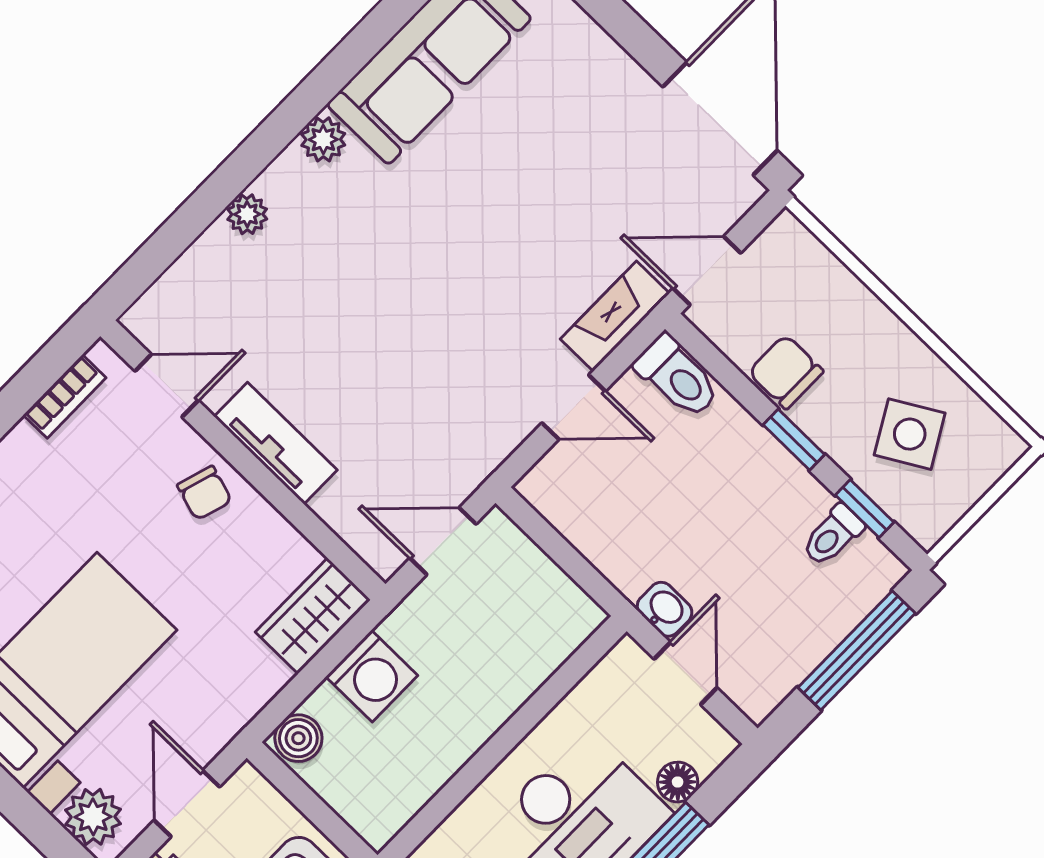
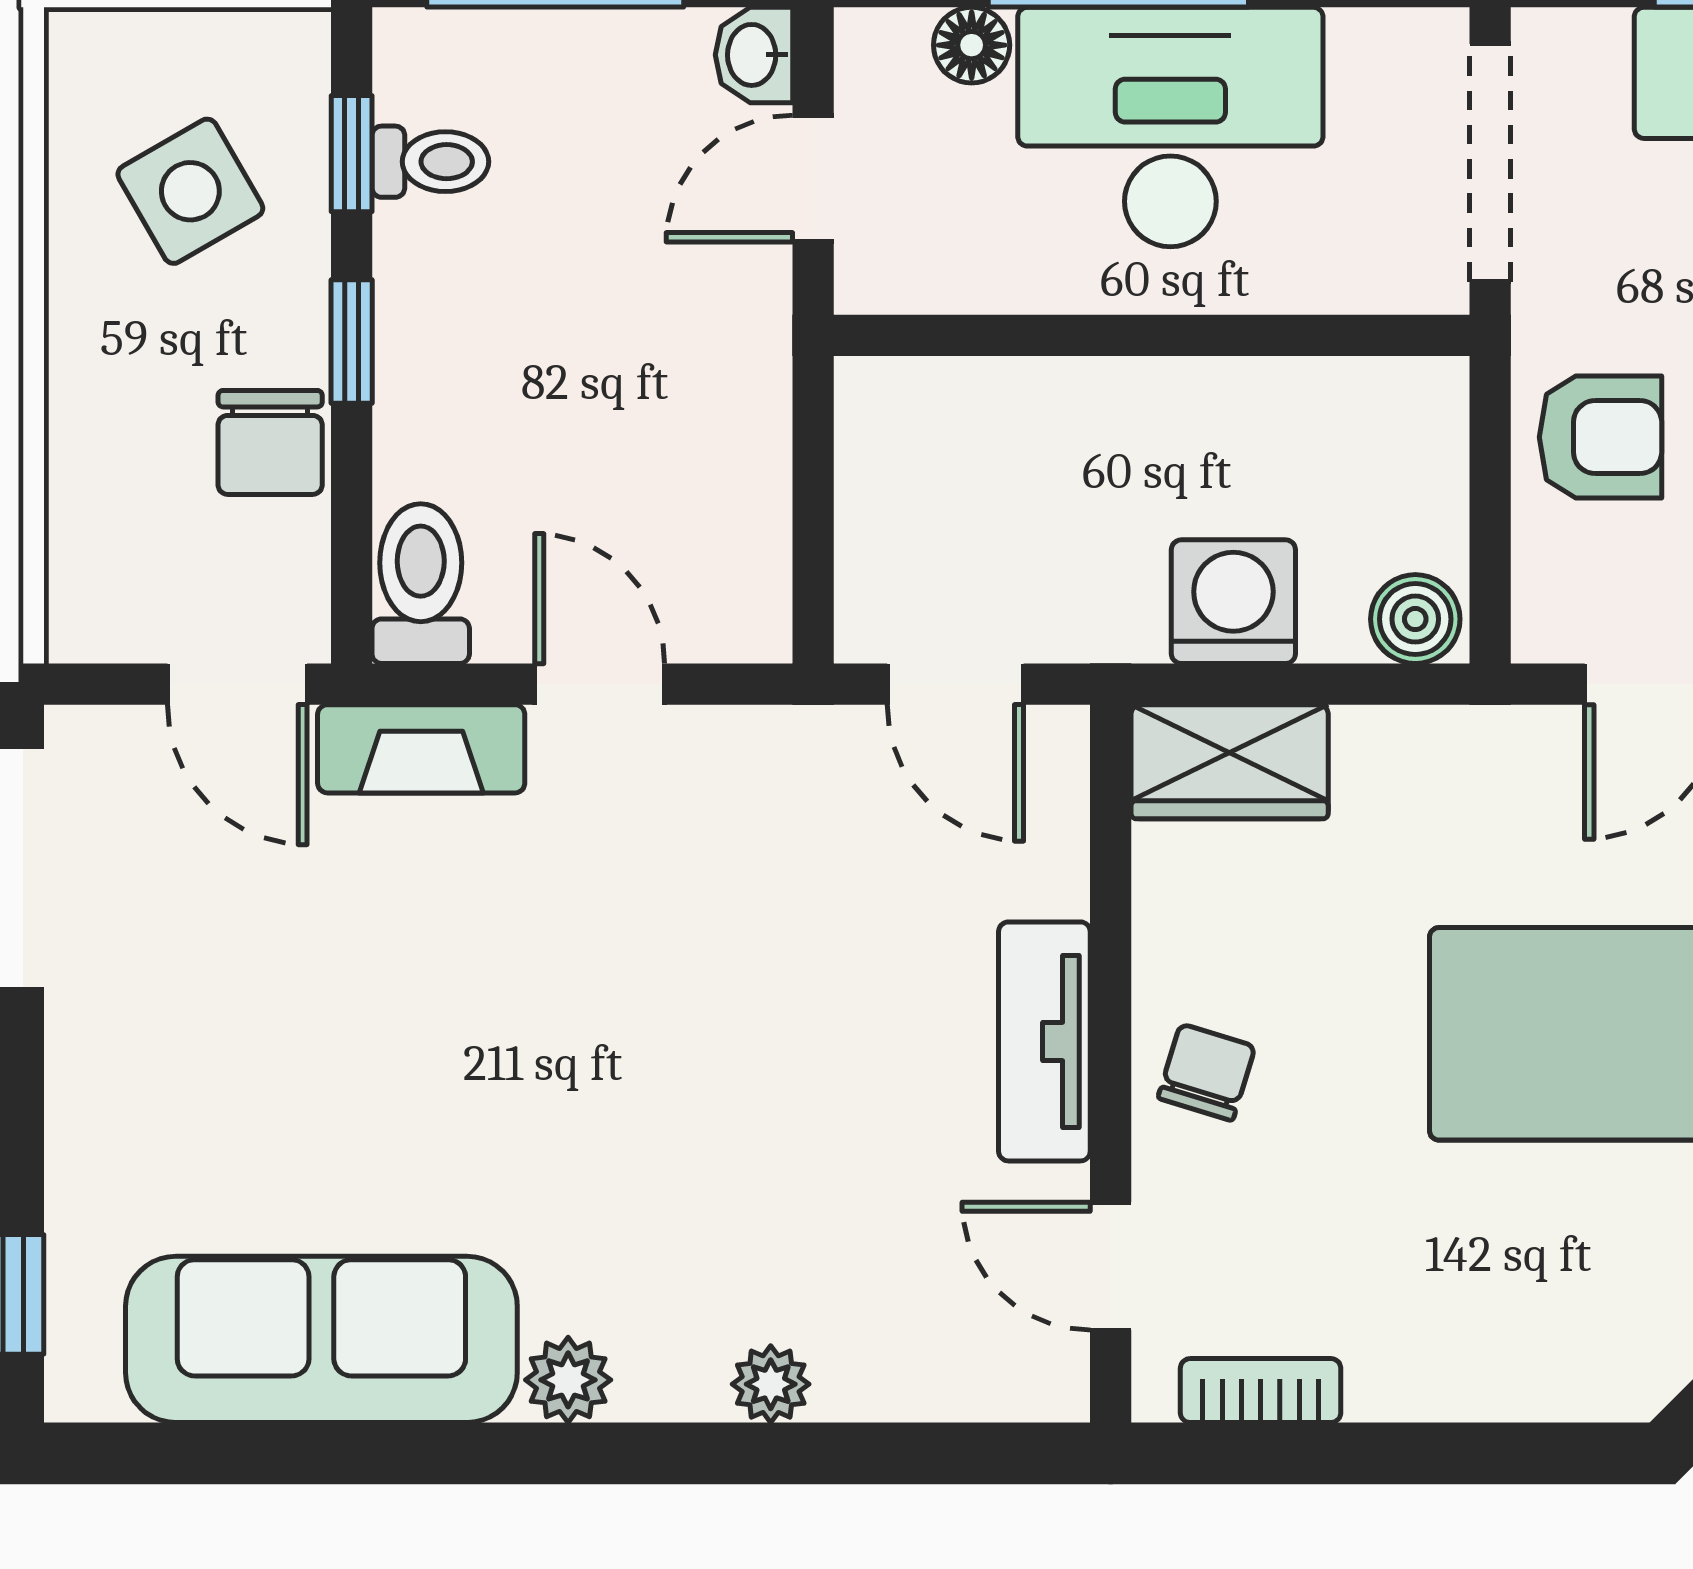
washbasin: (665, 609) -> (754, 55), moved

